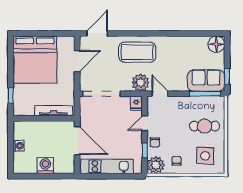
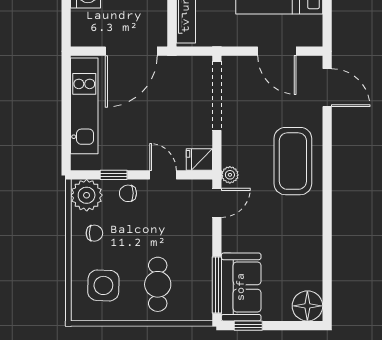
plant: (141, 83) -> (230, 175), width x0.53, depth x0.53

